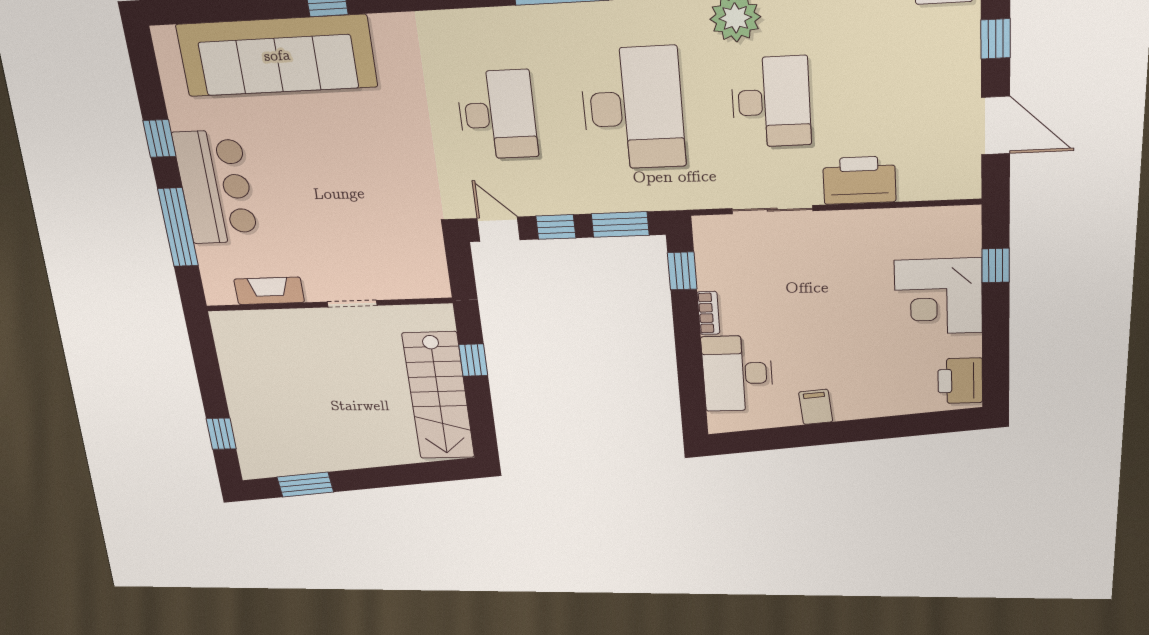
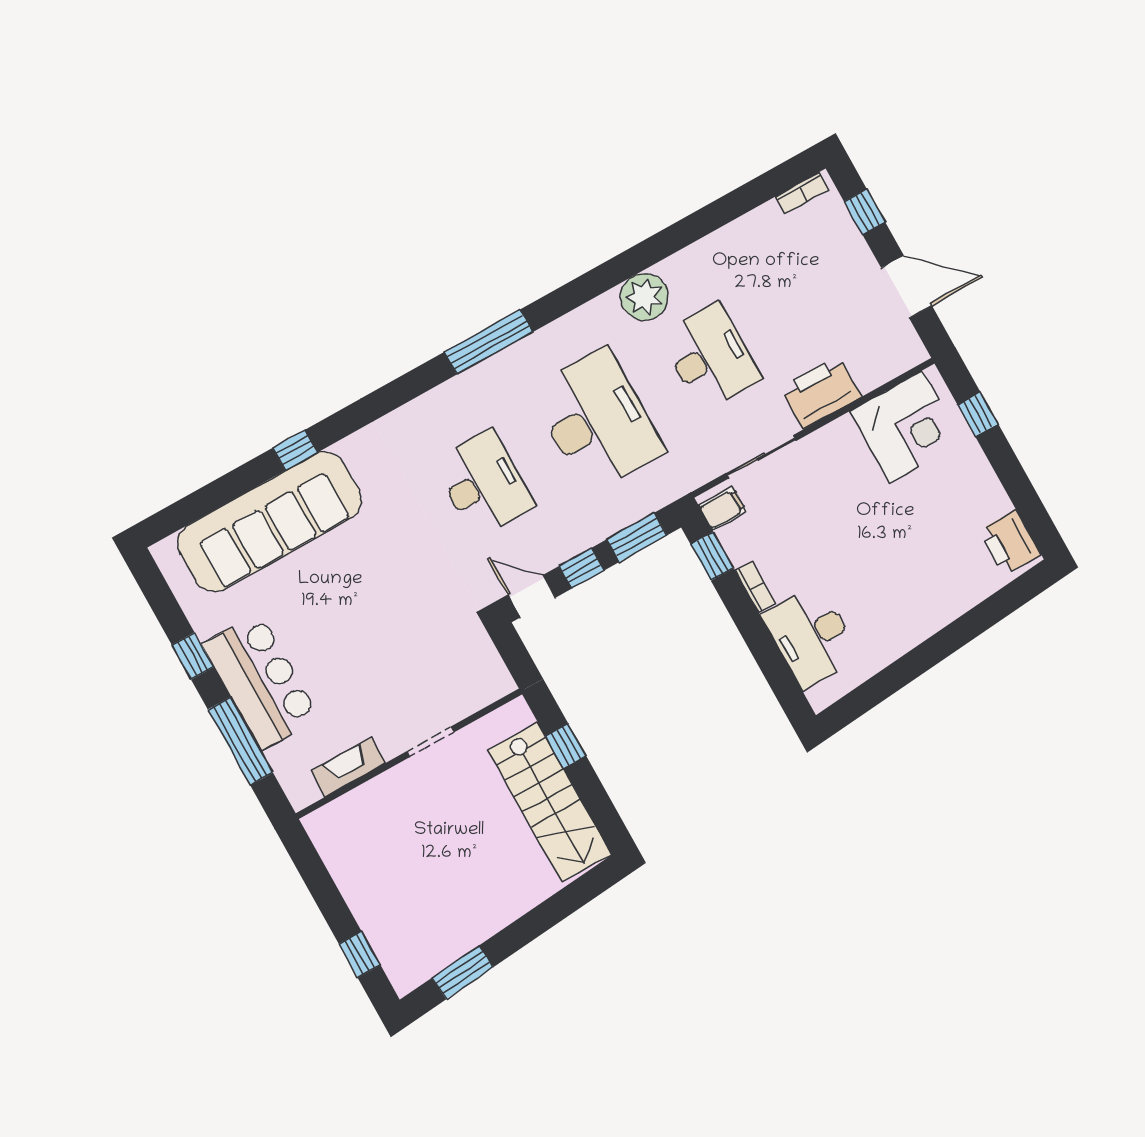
corner desk: (938, 296) -> (906, 427), moved, turned -90
filing cabinet: (816, 407) -> (723, 509), moved, turned 95

